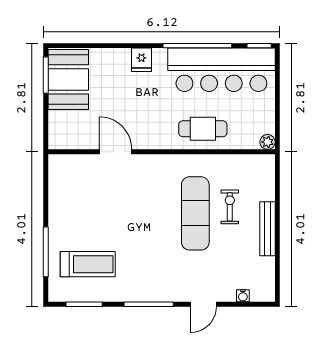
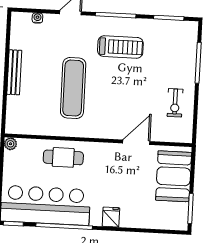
booth: (68, 79) -> (174, 176), moved
door: (116, 152) -> (136, 142), swing flipped
exercise bike: (230, 207) -> (175, 103), moved
treadmill: (88, 264) -> (120, 47), moved, turned 180

